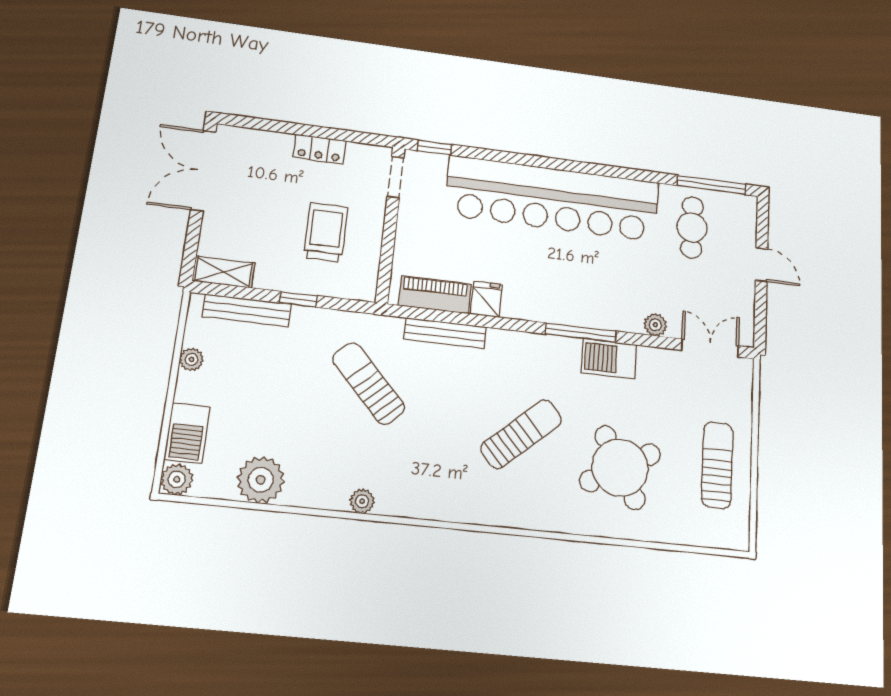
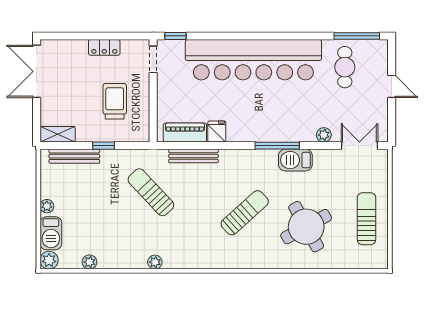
plant: (191, 359) -> (47, 206), moved
plant: (261, 480) -> (89, 262), width x0.53, depth x0.53

